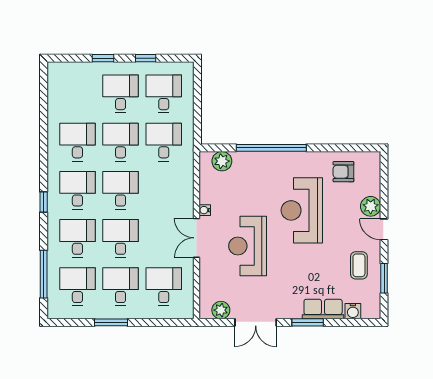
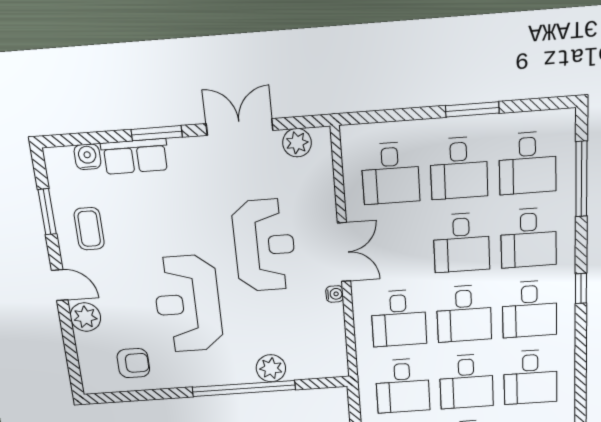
plant: (222, 161) -> (271, 368), moved
desk: (164, 190) -> (399, 318), added
reception desk: (302, 210) -> (188, 304), turned 180

